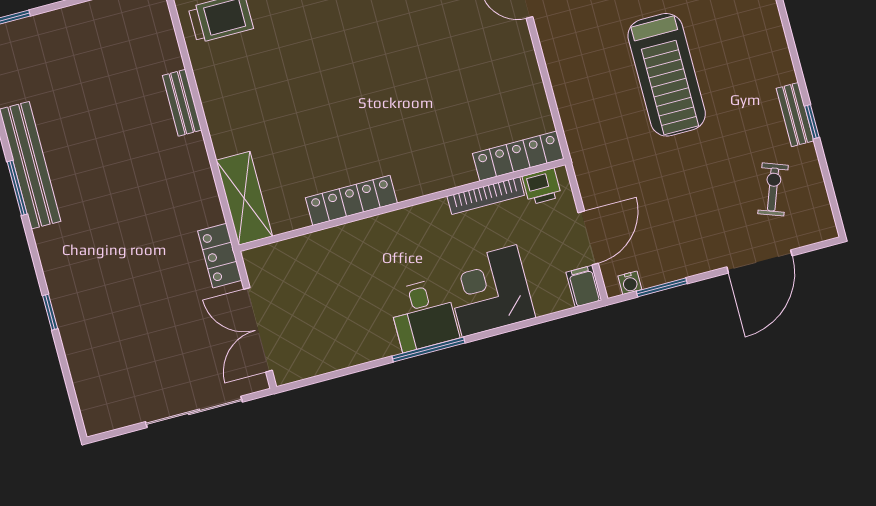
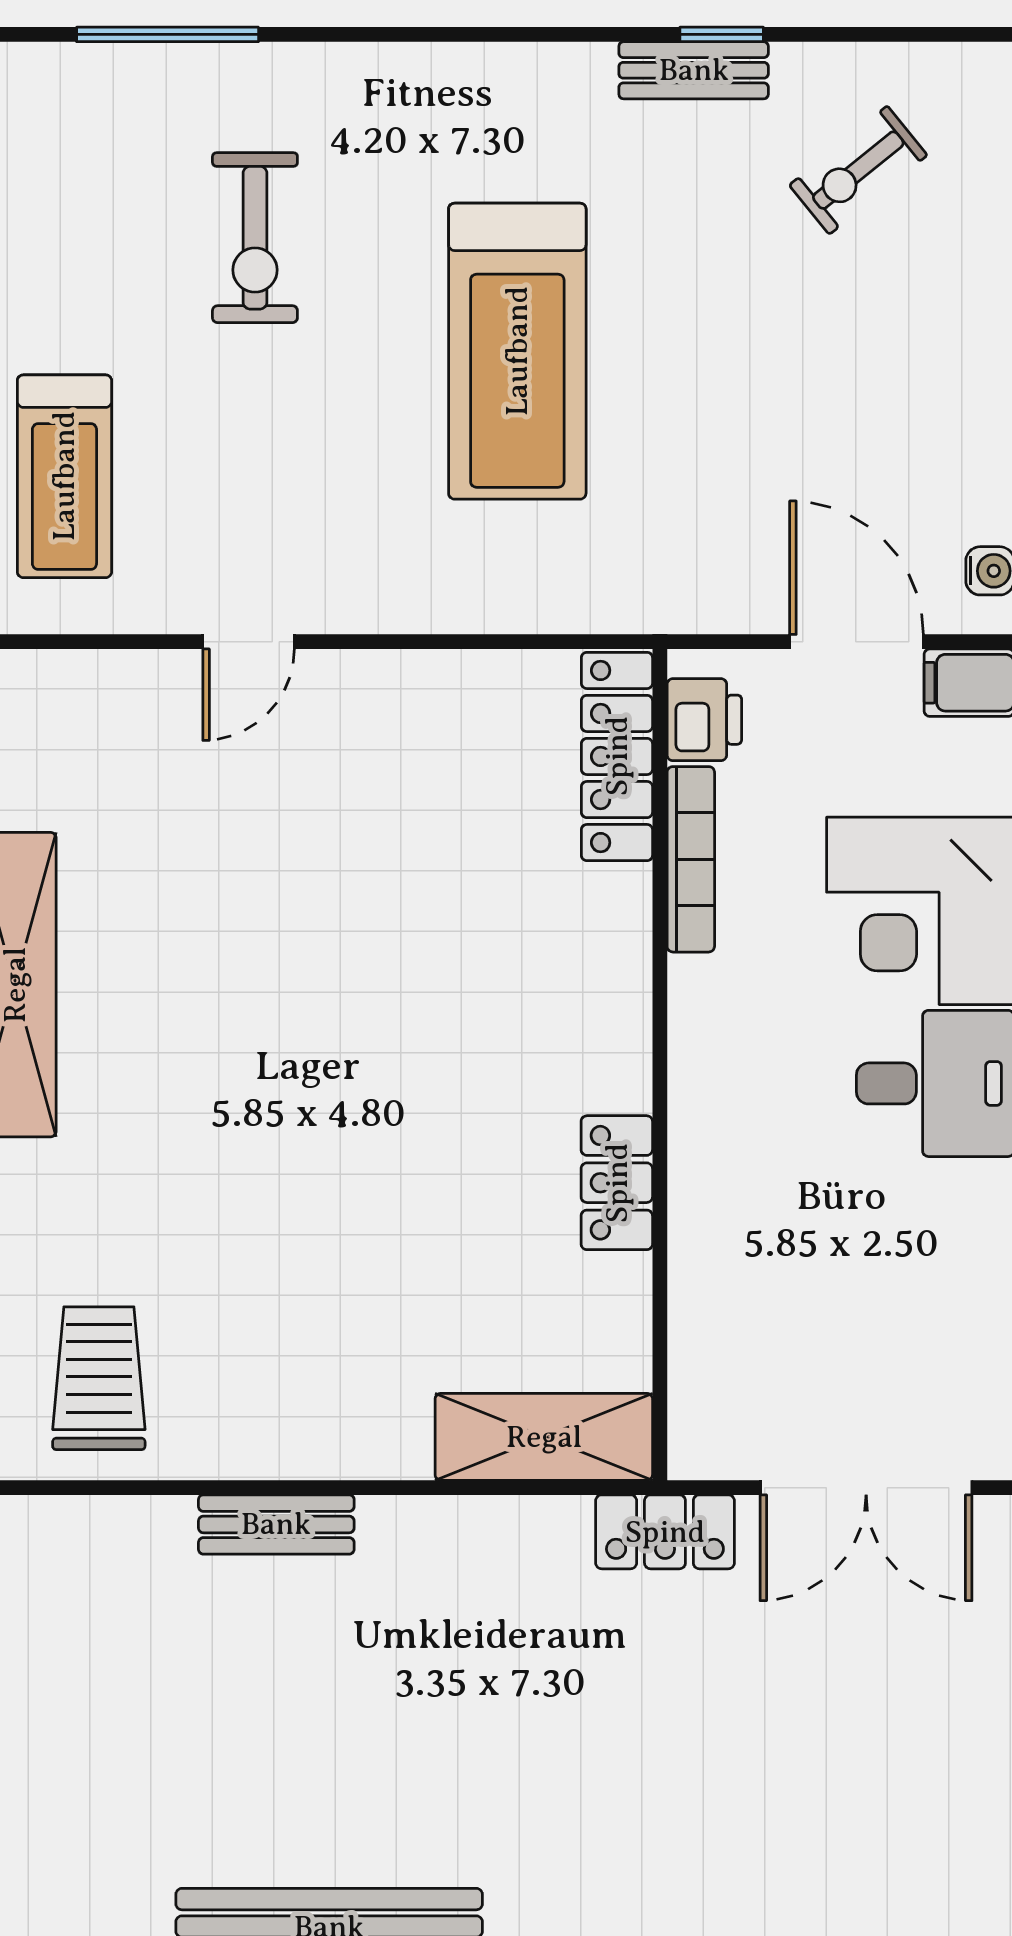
treadmill: (667, 75) -> (517, 351), turned 90
exercise bike: (773, 189) -> (858, 170), turned -59
locker: (351, 200) -> (617, 1183), width x0.66

